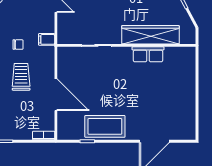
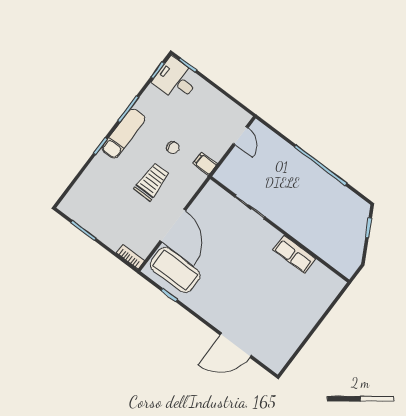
wardrobe: (150, 35) -> (311, 237), removed
coffee table: (105, 126) -> (175, 270), moved

